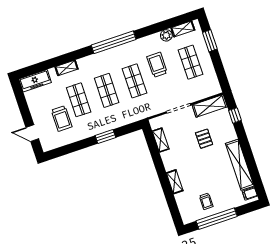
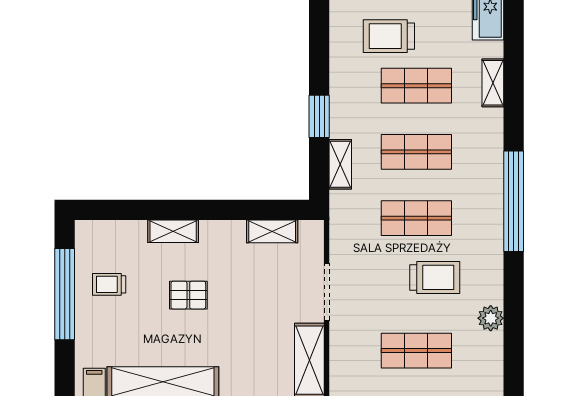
shelving: (183, 29) -> (340, 164), moved
pallet: (204, 139) -> (188, 295), moved

